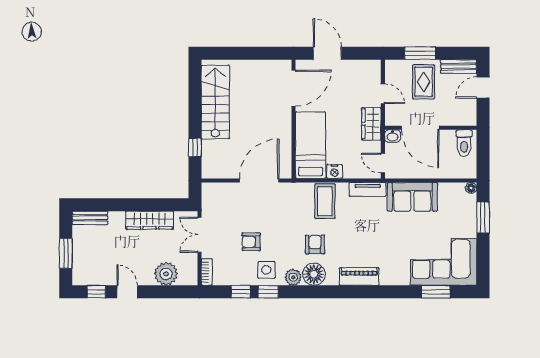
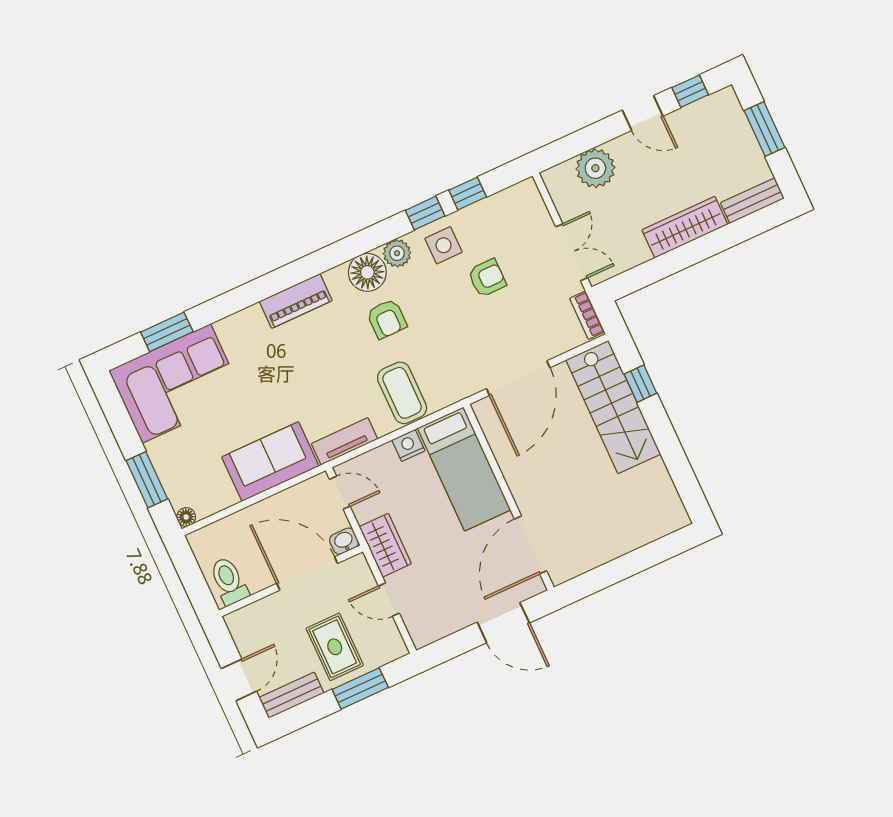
stairs: (215, 102) -> (613, 407), moved
wardrobe: (150, 220) -> (685, 227), moved
bookcase: (207, 272) -> (587, 315), moved

